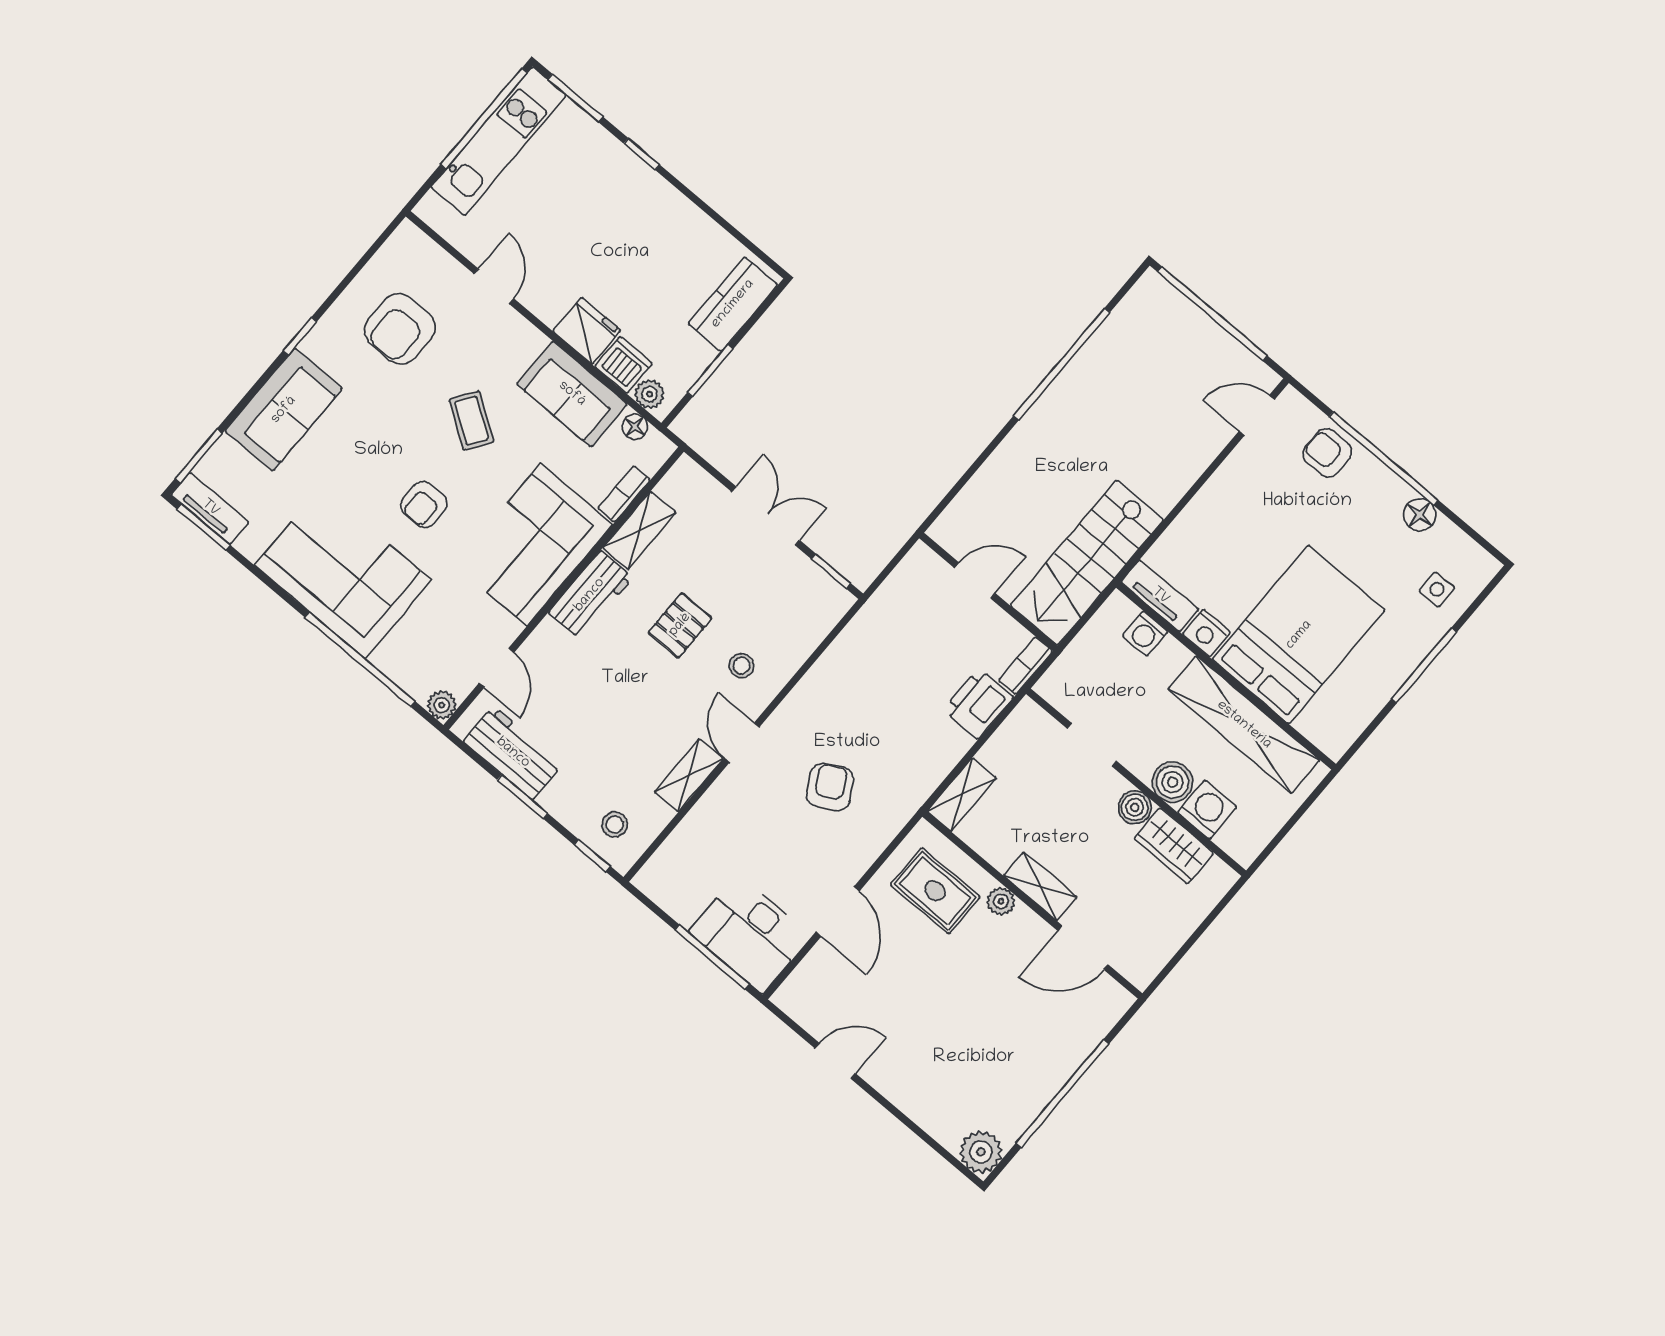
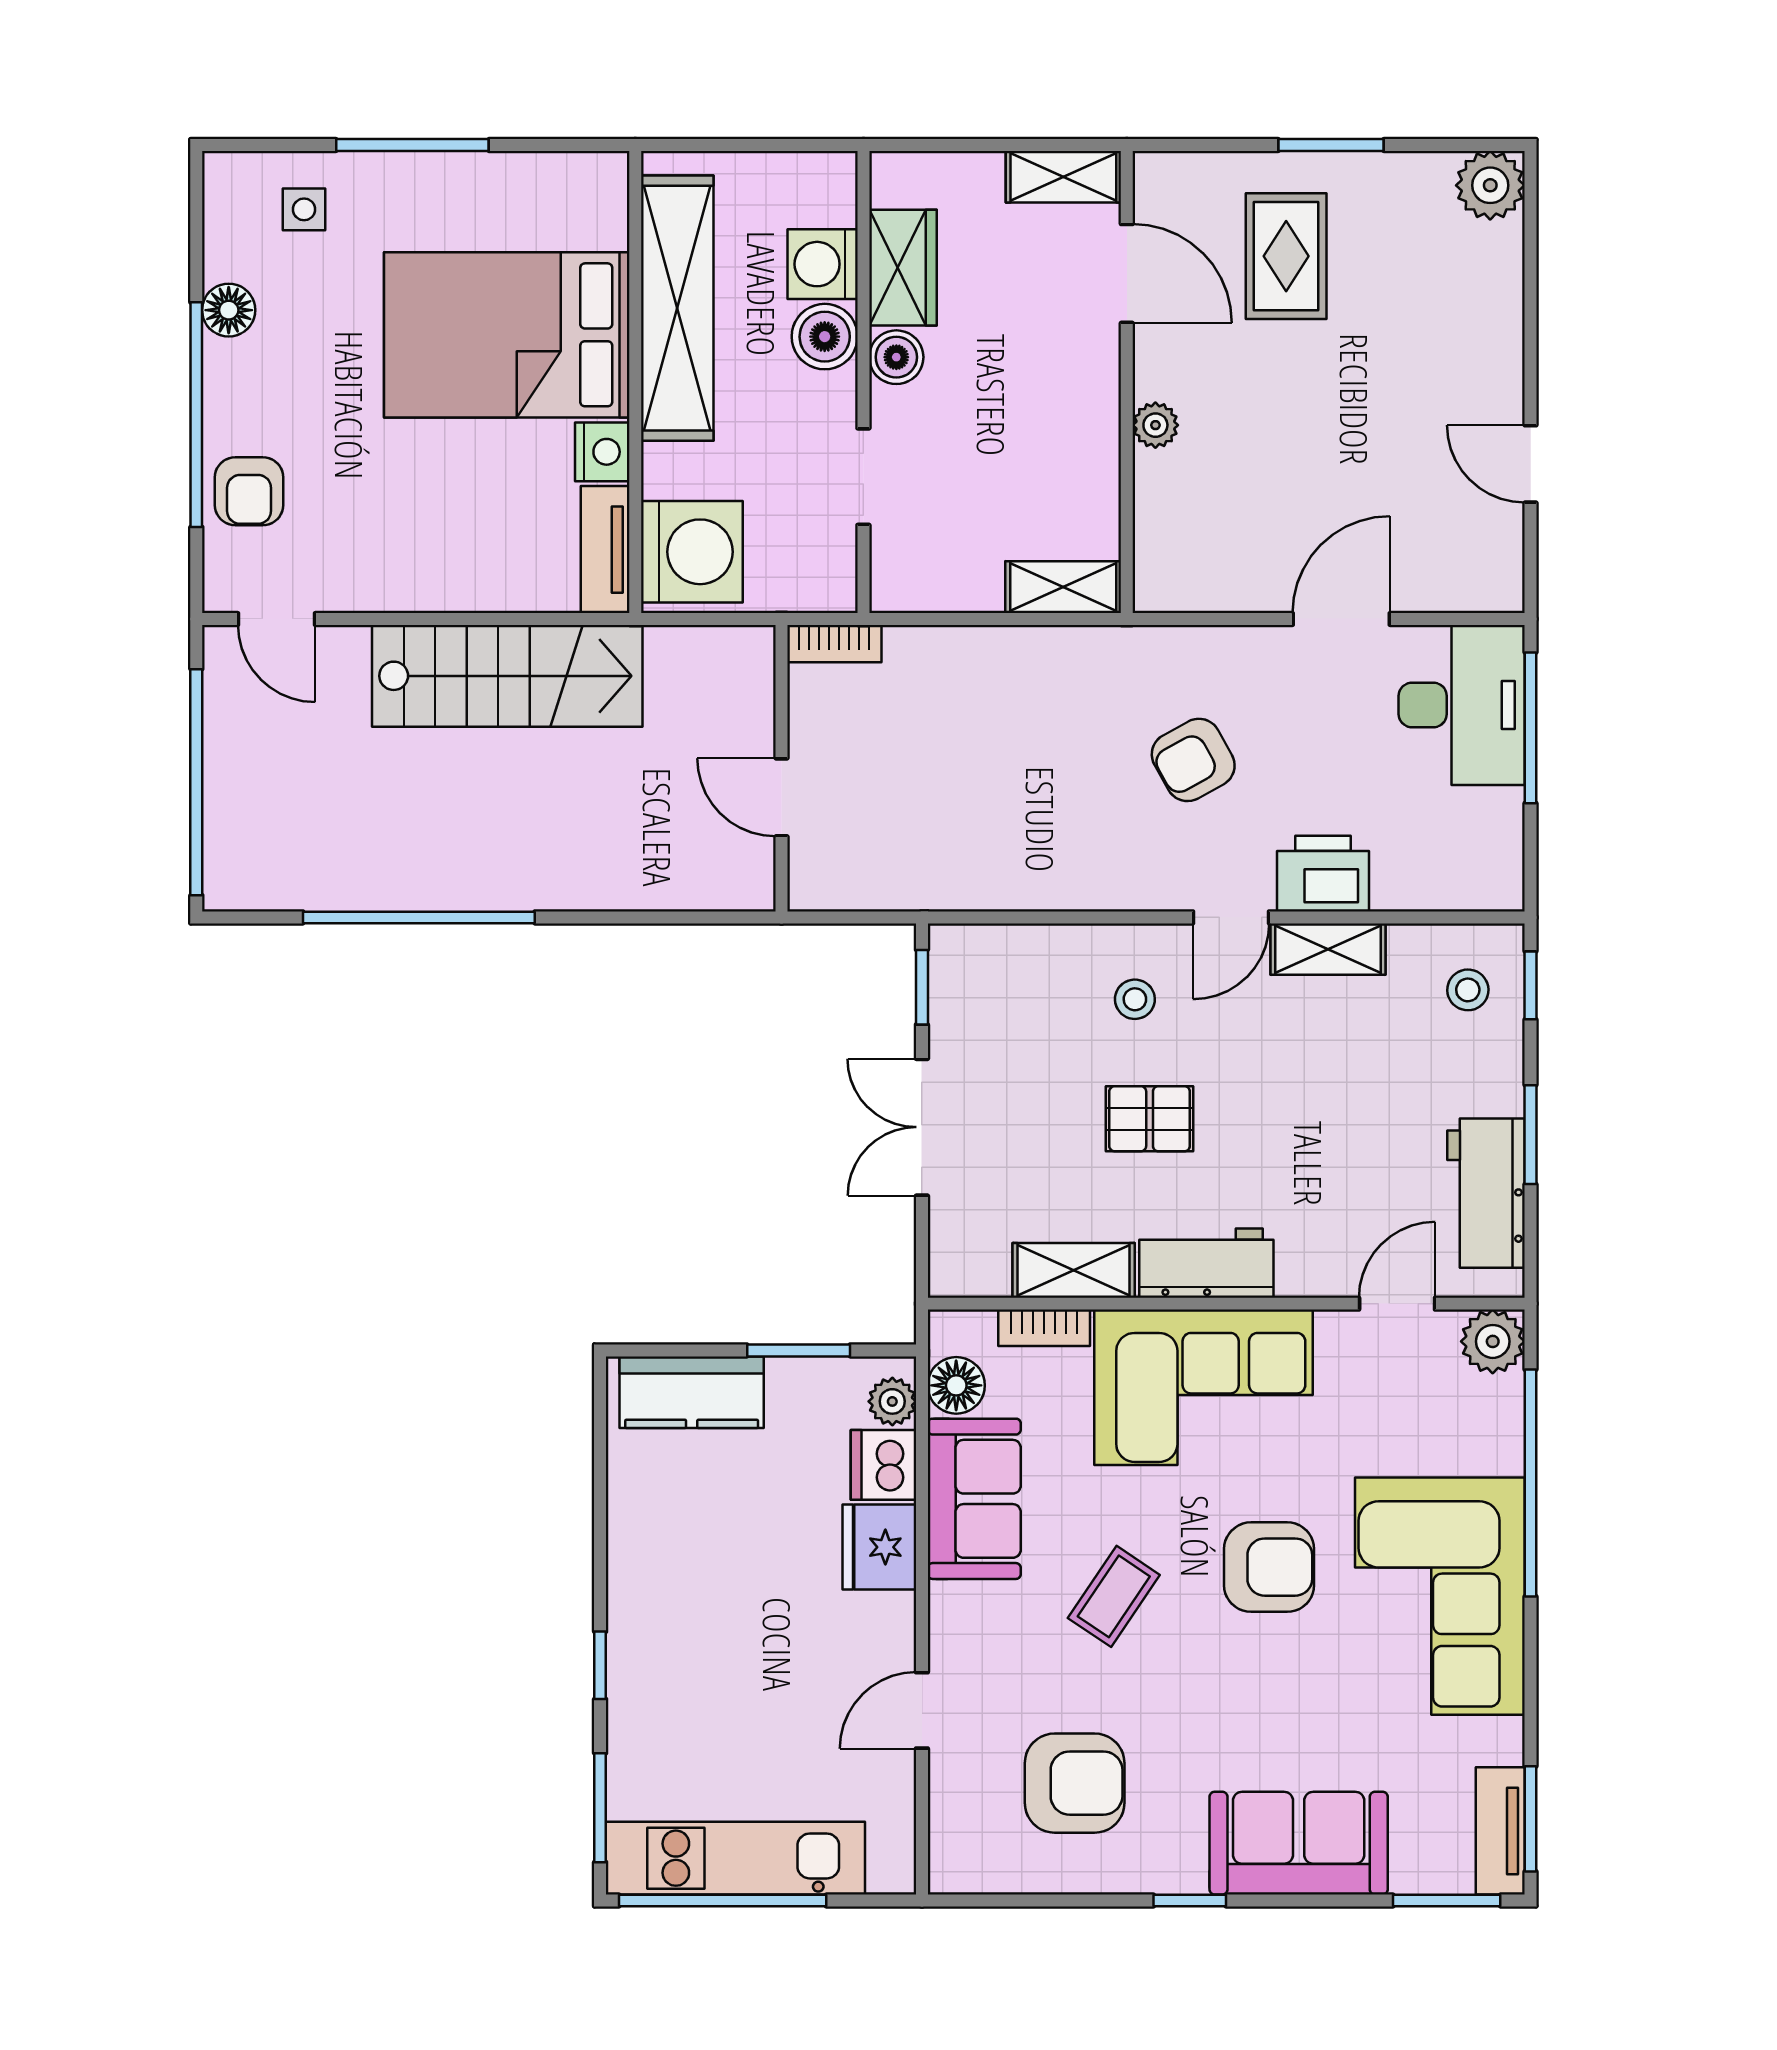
floor lamp: (635, 427) -> (956, 1385), width x1.37, depth x1.37
armchair: (424, 505) -> (1269, 1567), width x1.38, depth x1.38
stairs: (1087, 563) -> (507, 676), moved
washing machine: (1145, 634) -> (692, 552), width x1.89, depth x1.89
printer: (978, 704) -> (1323, 874), moved, turned 180
plant: (442, 705) -> (1493, 1341), width x1.38, depth x1.38
shelving: (1040, 886) -> (1063, 177), moved, turned 90
rug: (935, 891) -> (1286, 256), moved
window: (1062, 1093) -> (1331, 145), width x0.47

